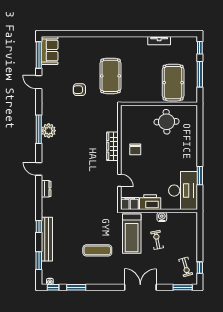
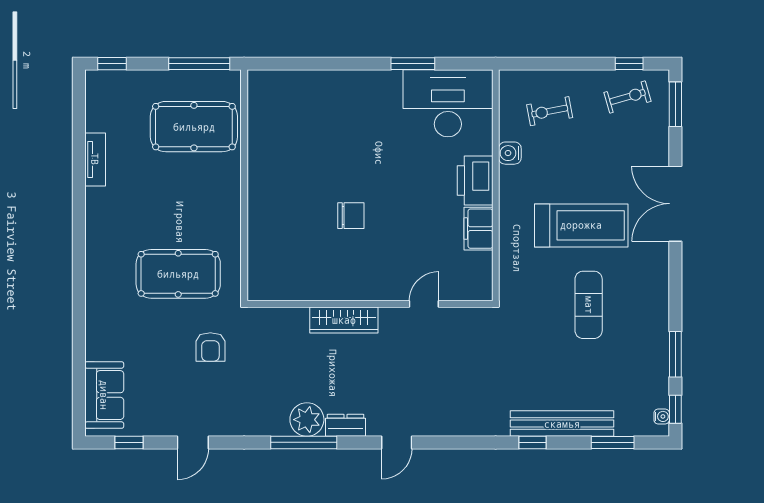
sofa: (50, 50) -> (104, 395), moved, turned 90
window: (39, 55) -> (129, 442), width x0.46
window: (200, 74) -> (199, 64), moved
round table: (167, 122) -> (286, 142), removed
wardrobe: (113, 146) -> (344, 320), moved
wall: (119, 157) -> (370, 304), moved
door: (119, 180) -> (424, 304), moved
dresser: (46, 189) -> (346, 425), moved
treadmill: (132, 234) -> (581, 225), moved
exercise bike: (157, 240) -> (550, 111), moved

